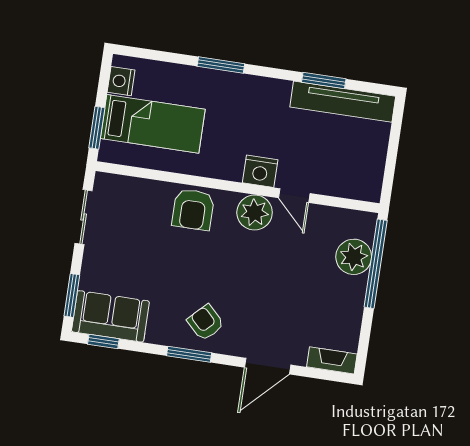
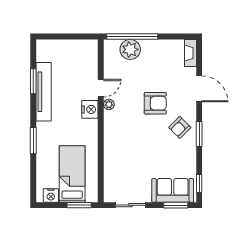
tv unit: (343, 102) -> (44, 92), moved
armchair: (193, 209) -> (155, 103), moved
plant: (255, 212) -> (109, 104), width x0.53, depth x0.53
sofa: (110, 316) -> (173, 190), moved, turned 90

